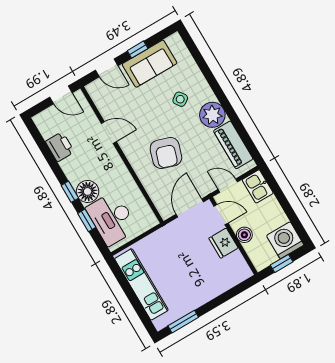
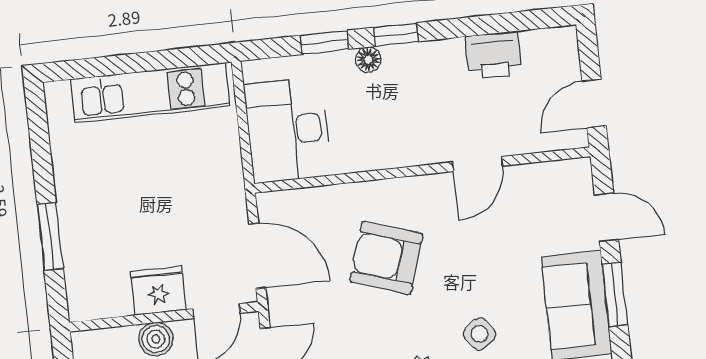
window: (138, 50) -> (615, 294), width x1.50
door: (107, 68) -> (606, 217), swing flipped
floor lamp: (88, 191) -> (368, 60), width x0.53, depth x0.53
desk: (112, 219) -> (288, 130), moved, turned -90
window: (183, 322) -> (50, 236), moved

